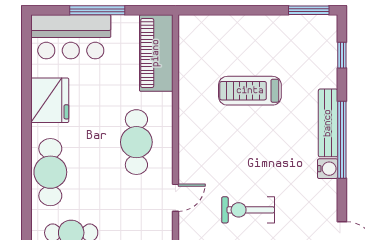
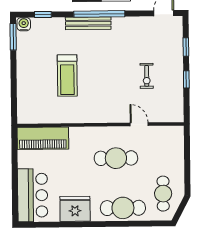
window: (97, 10) -> (15, 178), removed
cafe table: (136, 142) -> (116, 158), moved
water cooler: (328, 169) -> (24, 24), moved
exercise bike: (248, 210) -> (147, 76), width x0.73, depth x0.72

